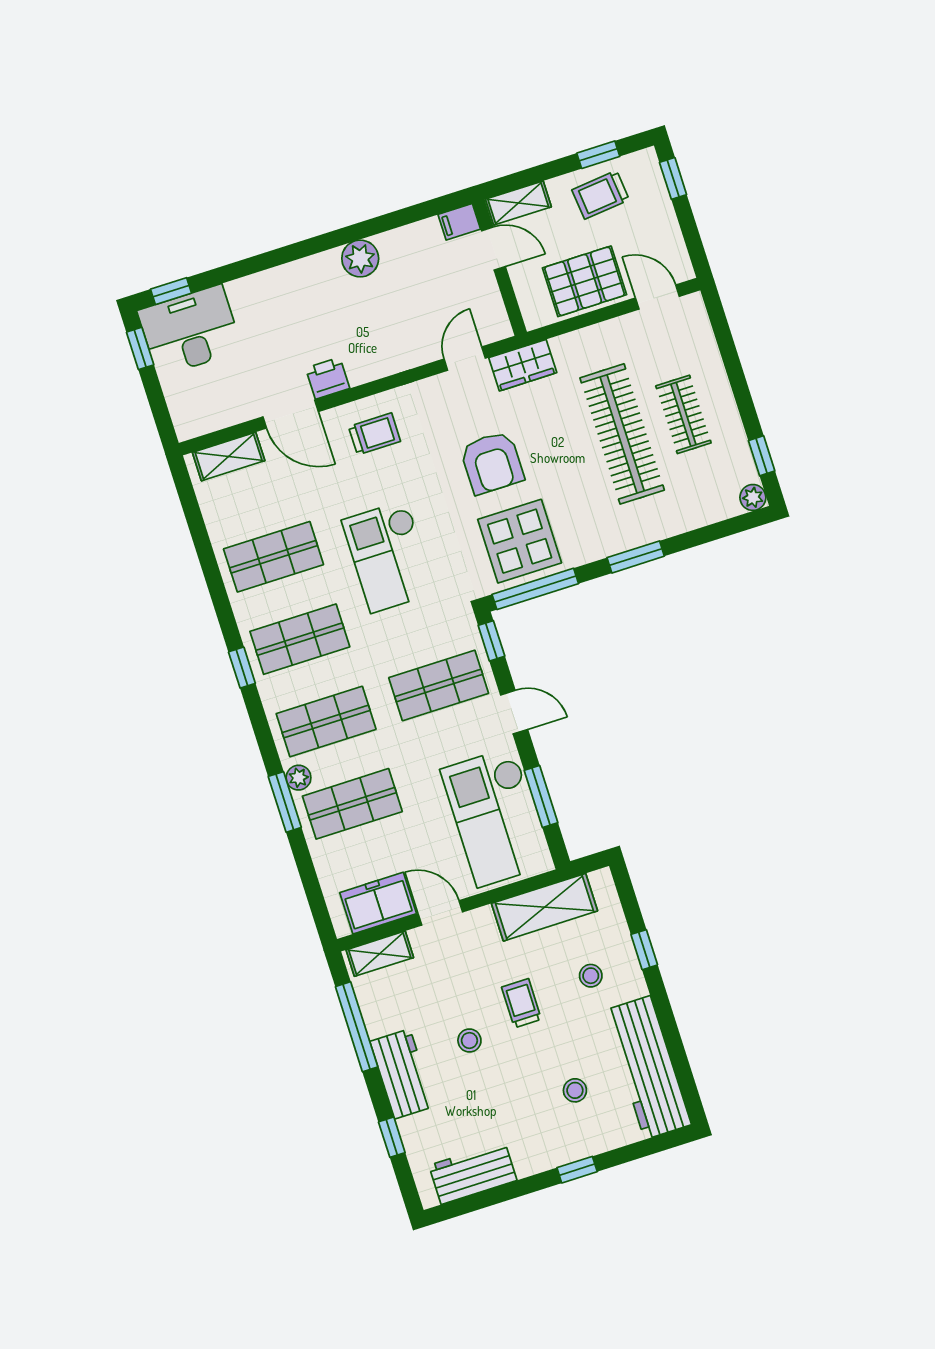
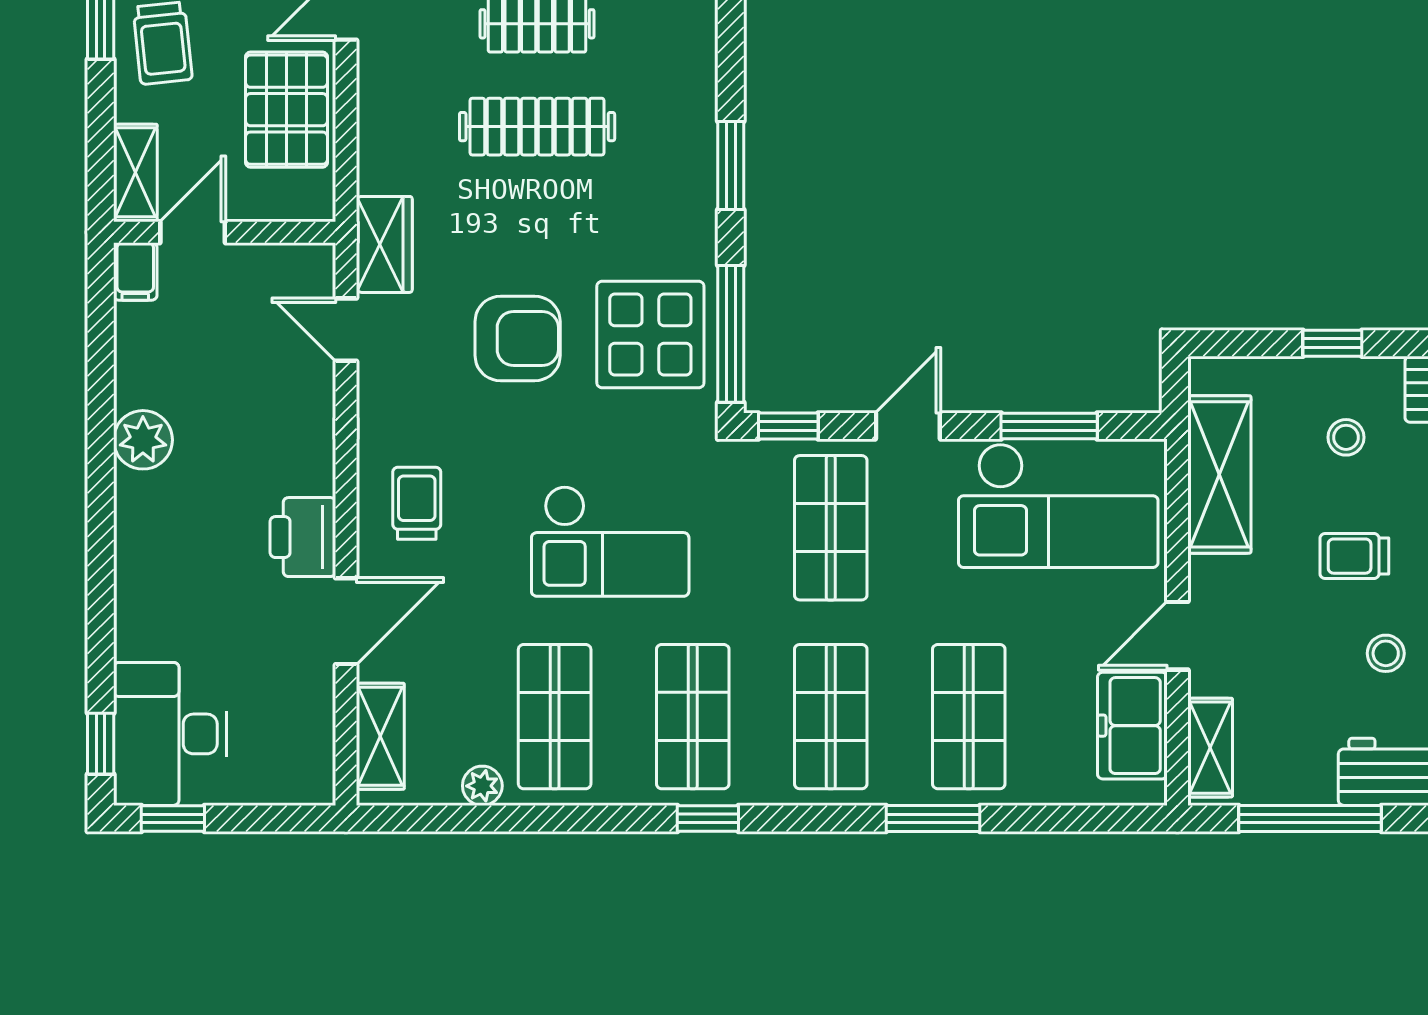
printer: (328, 378) -> (303, 537), width x1.36, depth x1.24
clothes rail: (622, 434) -> (537, 127), width x0.73, depth x0.76
plant: (299, 778) -> (482, 786), moved

